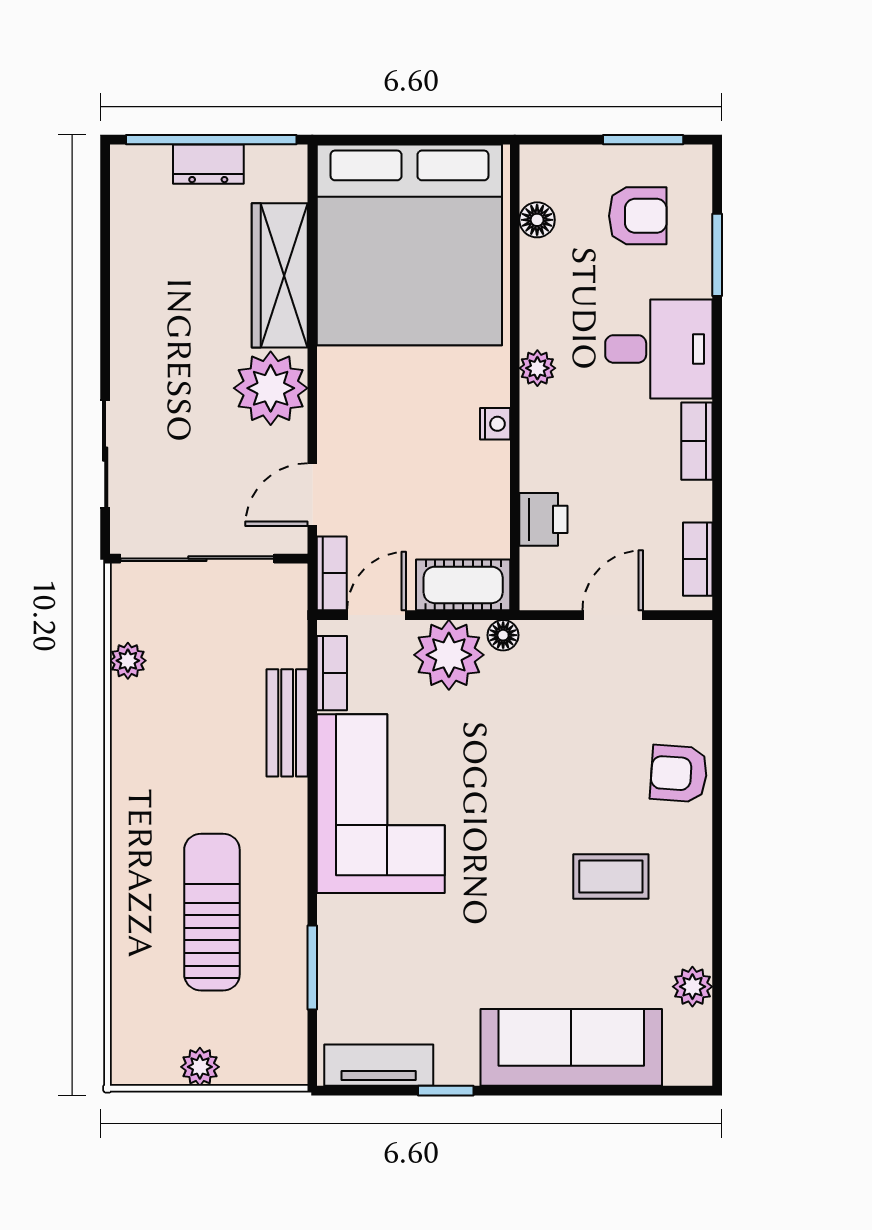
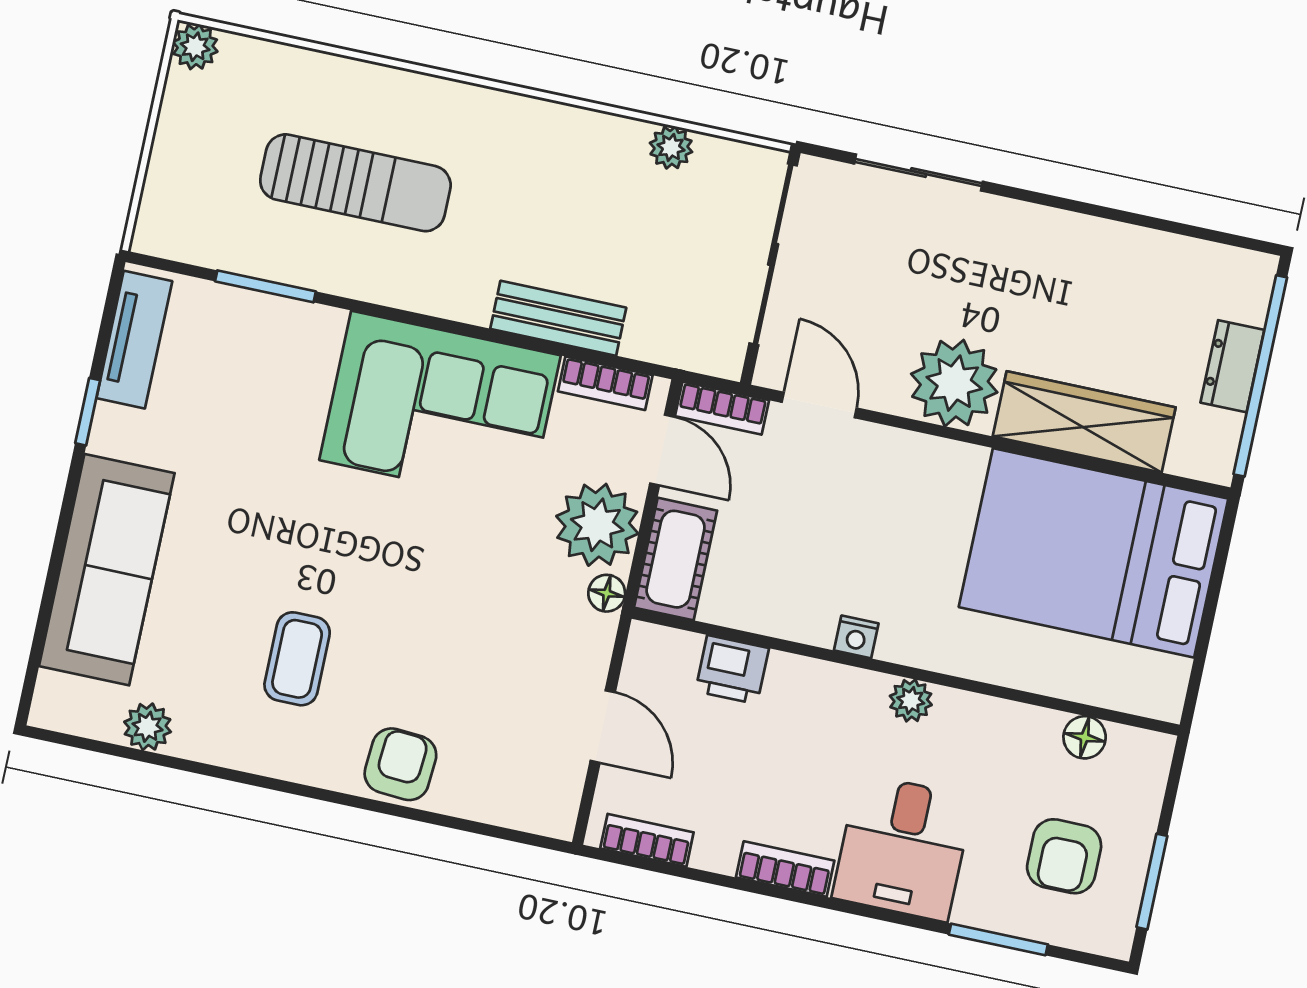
bed: (409, 245) -> (1094, 553), width x0.73
plant: (200, 1067) -> (195, 47), moved

